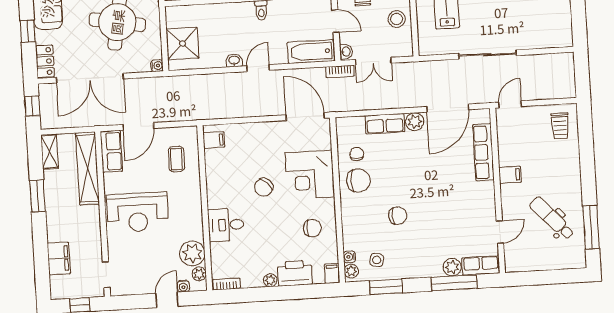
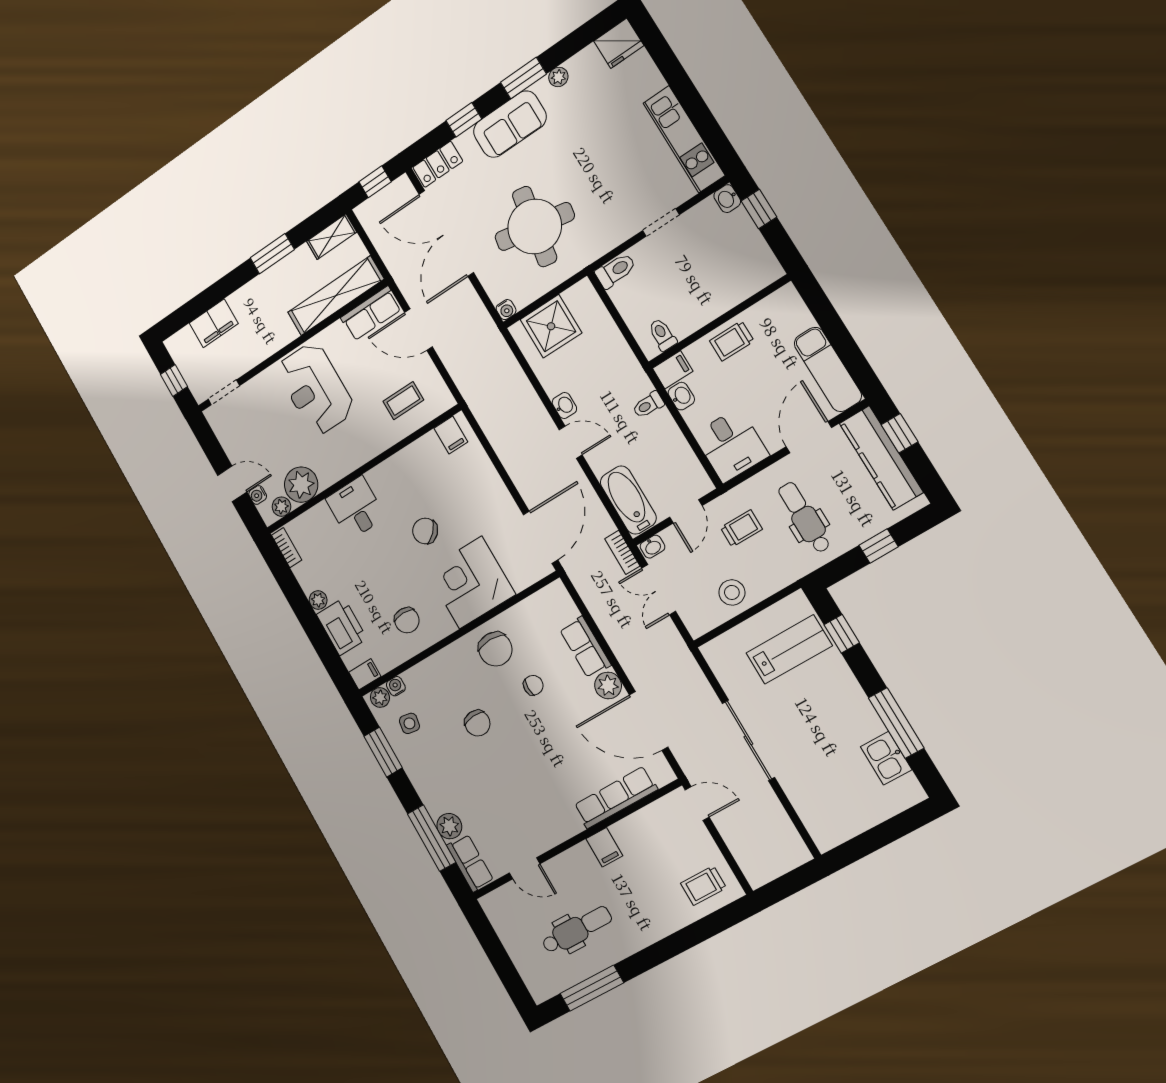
chair: (357, 154) -> (533, 685), moved
dental chair: (552, 218) -> (577, 930), turned 43

